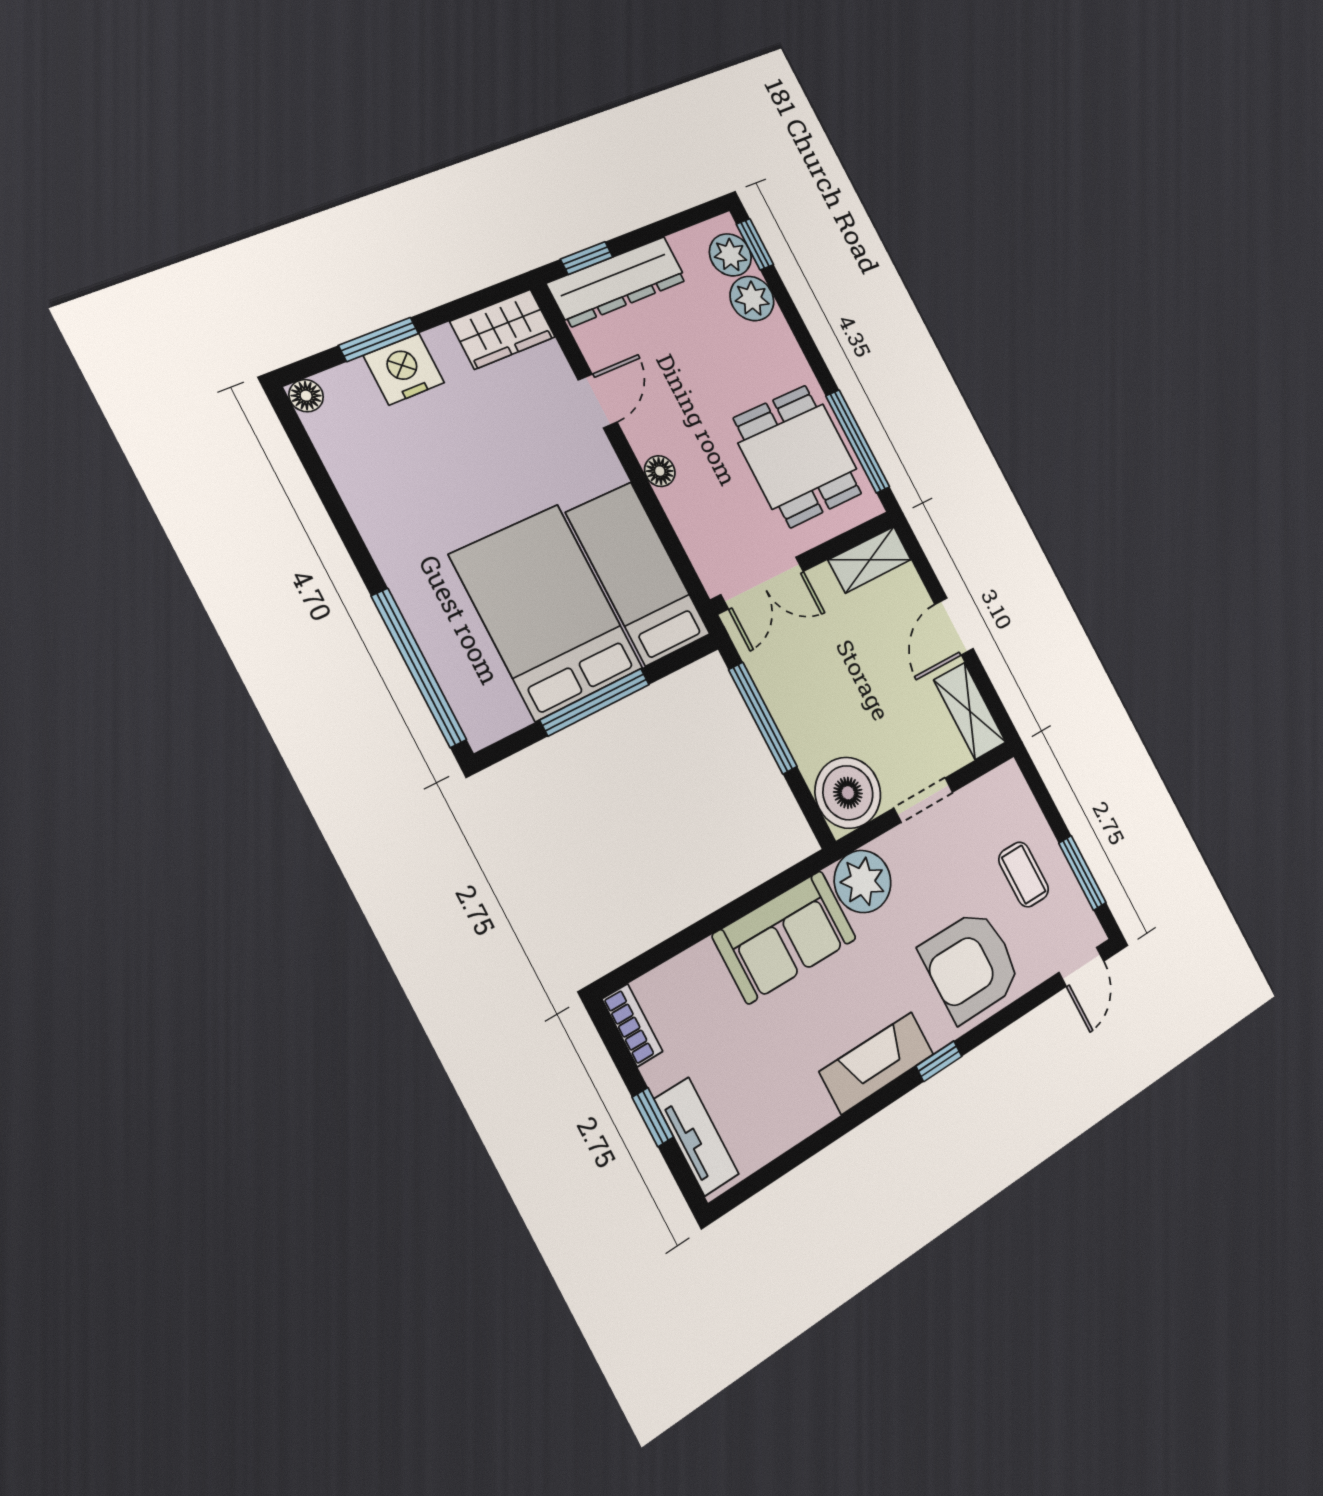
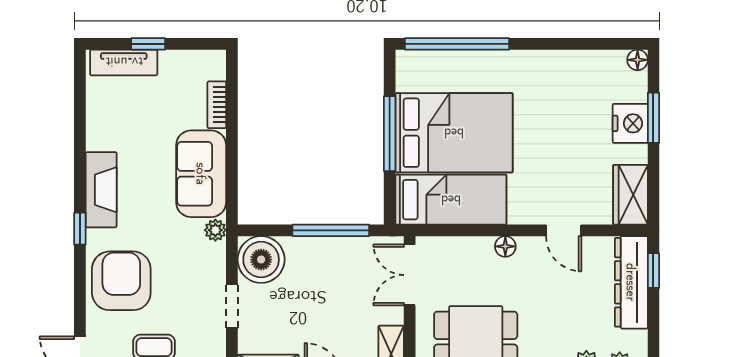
plant: (863, 881) -> (215, 230), width x0.53, depth x0.53
bookcase: (632, 1025) -> (217, 105), moved, turned 90

